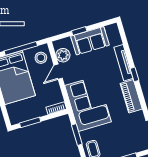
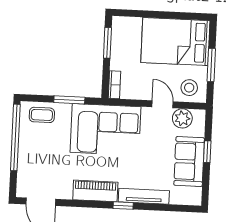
window: (21, 48) -> (211, 65), width x0.69

